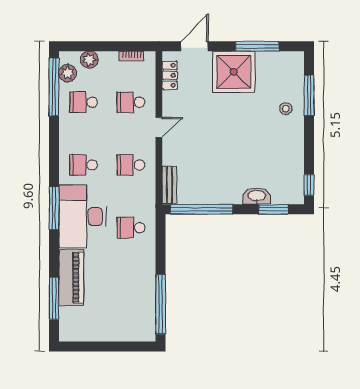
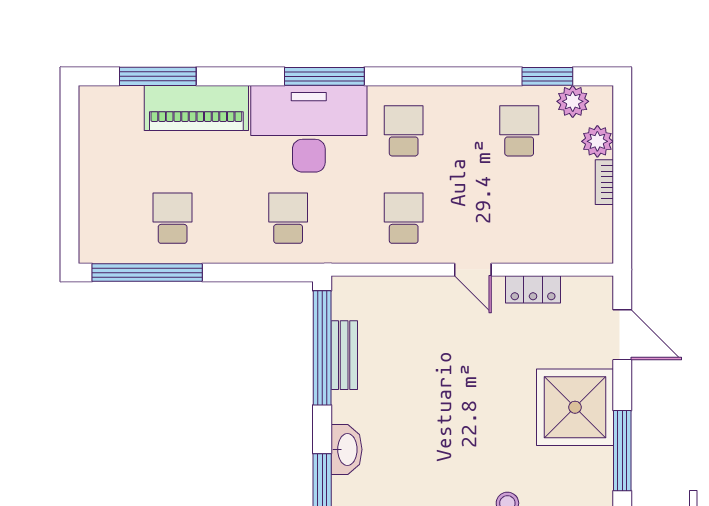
bookcase: (132, 56) -> (604, 182), moved
locker: (170, 75) -> (533, 289), moved
window: (54, 87) -> (547, 76), width x0.47
school desk: (131, 102) -> (173, 218), moved
bench: (169, 185) -> (344, 355), moved, turned 90

